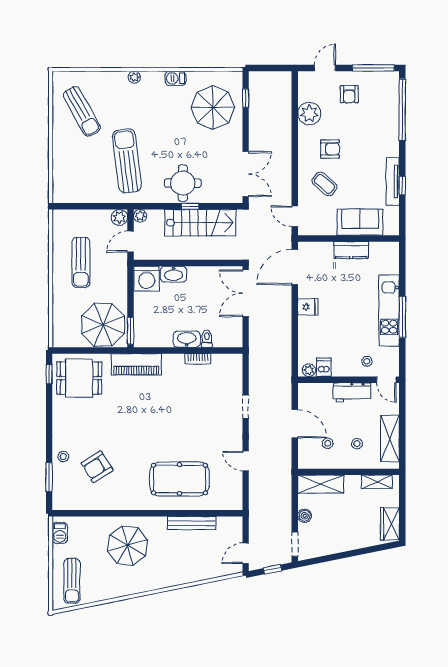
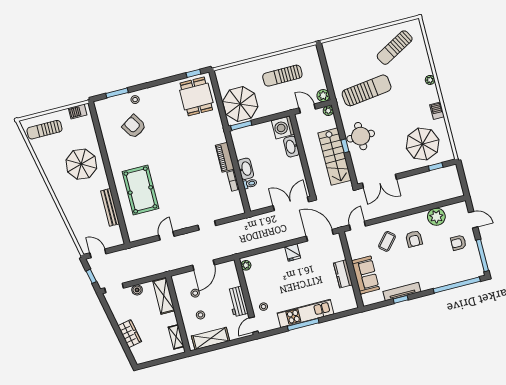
piano: (136, 364) -> (225, 157), moved, width x0.73, depth x0.75
dishwasher: (324, 367) -> (251, 276), removed
wardrobe: (390, 524) -> (130, 334), moved, turned 79

